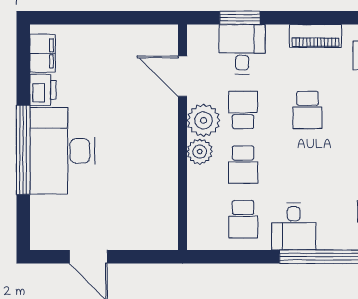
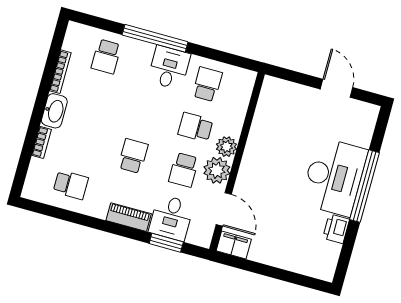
piano: (315, 36) -> (129, 217), moved
filing cabinet: (43, 53) -> (234, 245), moved, turned 90
school desk: (243, 165) -> (195, 127), turned -90

